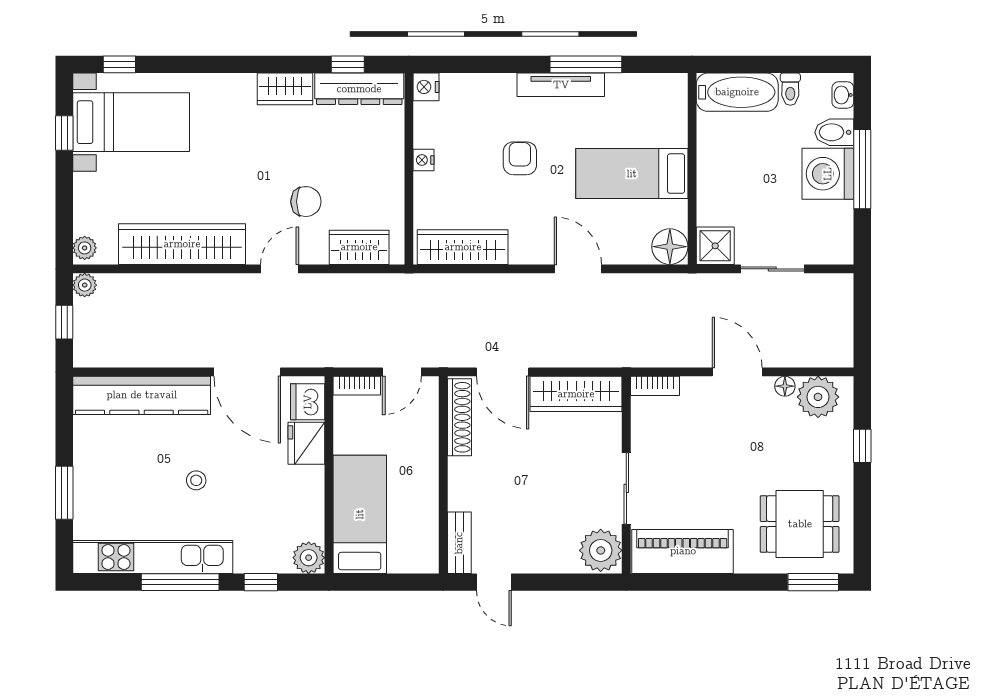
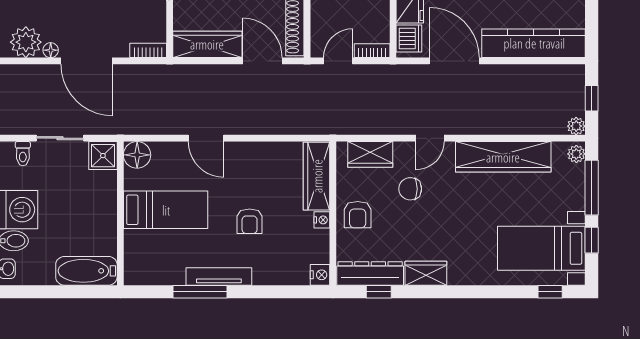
toilet: (790, 89) -> (23, 154), moved, turned 180
armchair: (376, 167) -> (358, 215), added
window: (64, 203) -> (592, 188), added
wardrobe: (463, 247) -> (317, 176), moved, turned 90
door: (737, 372) -> (86, 61), width x1.36

